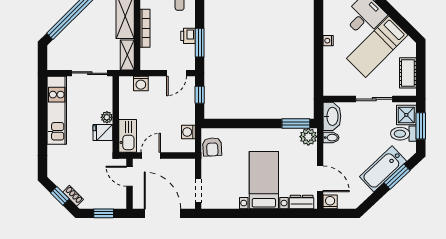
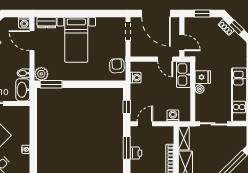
door: (151, 155) -> (165, 59), hinge flipped

